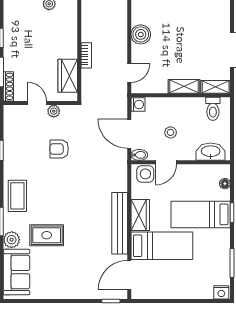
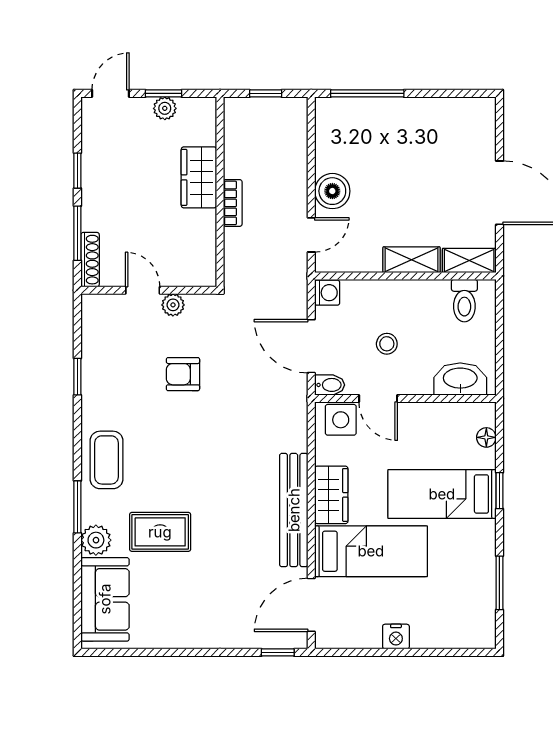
boiler: (141, 34) -> (332, 191), moved
wardrobe: (68, 76) -> (199, 177), moved
door: (166, 162) -> (378, 399), hinge flipped
nightstand: (221, 292) -> (396, 637), moved

